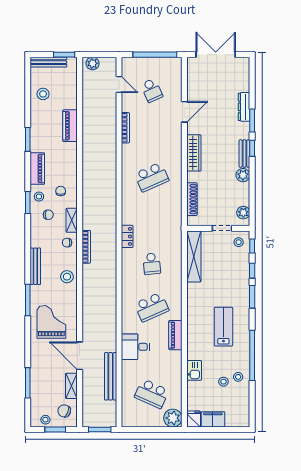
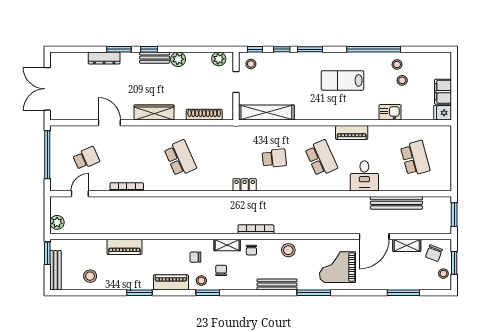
school desk: (152, 394) -> (415, 158), turned -39
plant: (173, 418) -> (442, 135), removed

